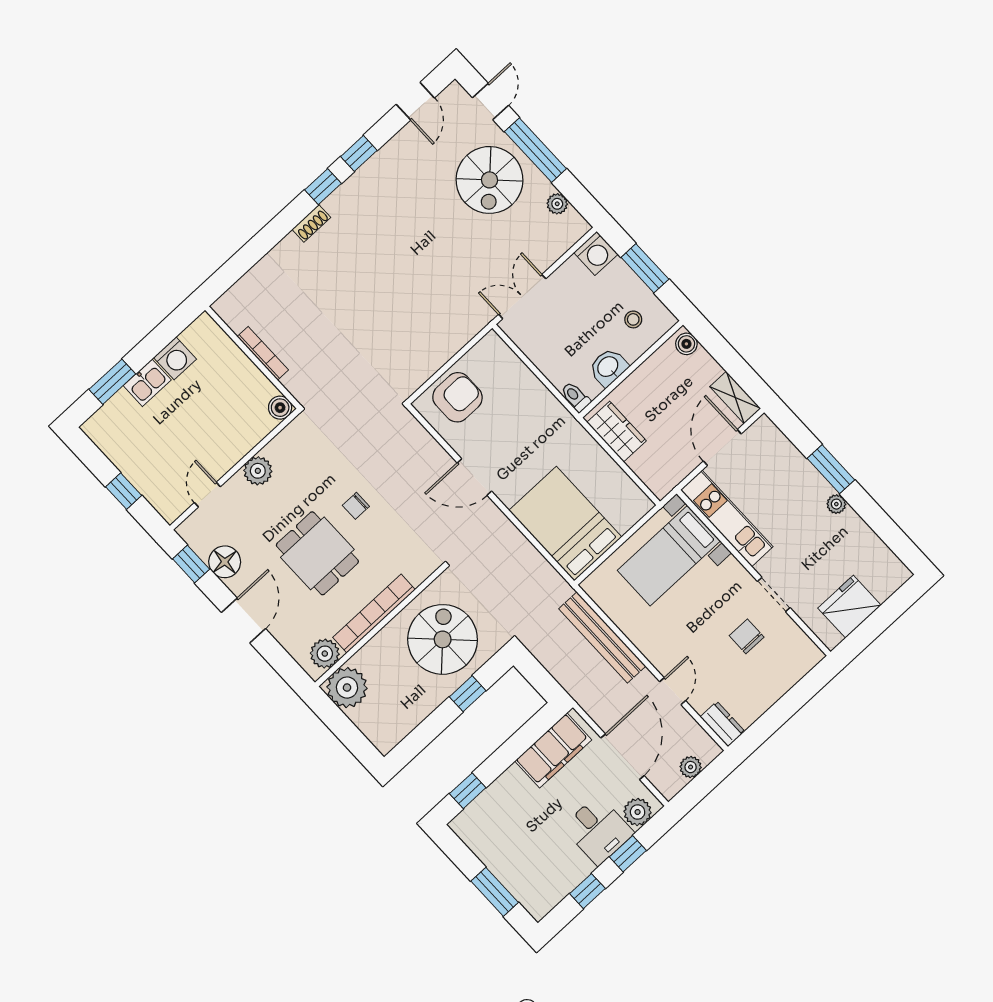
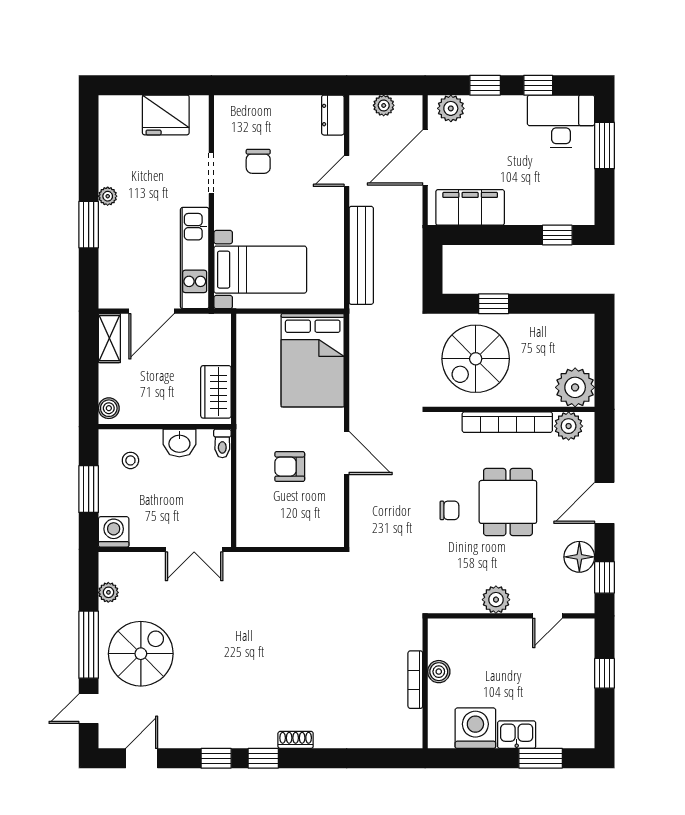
washing machine: (175, 358) -> (475, 728), width x1.37, depth x1.37
armchair: (457, 397) -> (290, 467), moved, width x0.72, depth x0.72
boiler: (280, 408) -> (439, 672), moved
desk: (598, 830) -> (561, 121), moved, width x1.37

